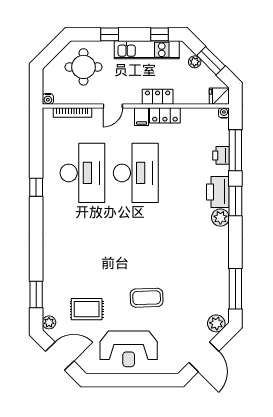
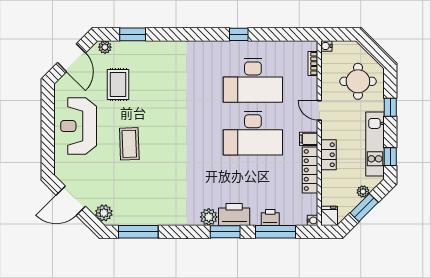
bookcase: (72, 112) -> (313, 64), width x0.64
locker: (165, 115) -> (310, 170), width x1.53

